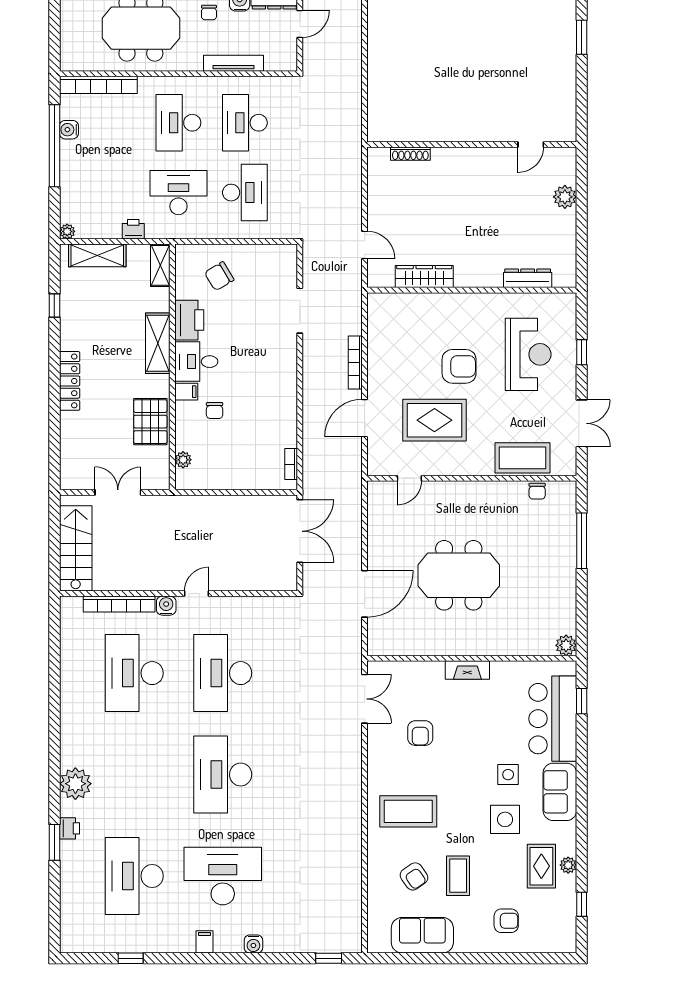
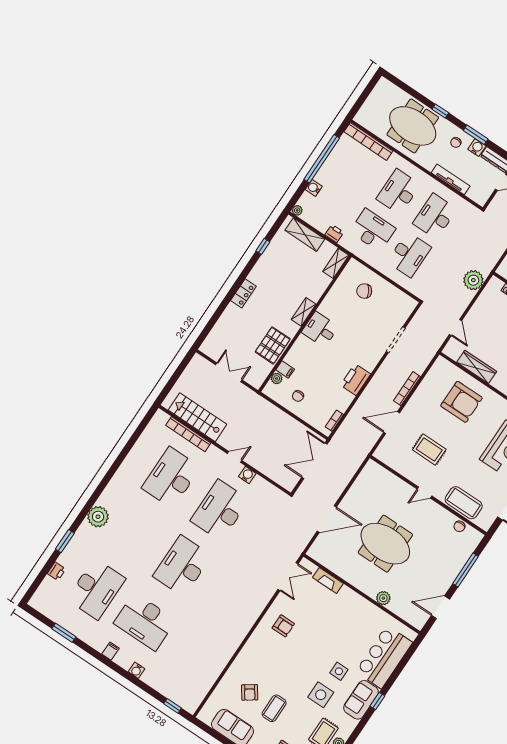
water cooler: (69, 130) -> (314, 188), moved
plant: (347, 170) -> (473, 280), added
printer: (189, 320) -> (356, 380), moved, turned 180
shelving: (158, 343) -> (304, 312), width x0.67, depth x0.75
armchair: (459, 366) -> (461, 402), moved, width x1.36, depth x1.36
locker: (70, 381) -> (243, 293), width x0.66
filing cabinet: (186, 392) -> (285, 369), moved
chair: (215, 411) -> (298, 396), moved
rug: (434, 420) -> (429, 450), width x0.73, depth x0.70
door: (409, 478) -> (424, 493), moved
double door: (300, 531) -> (314, 461), swing flipped
stairs: (76, 548) -> (198, 417), moved, turned -90
water cooler: (166, 606) -> (247, 475), moved
door: (582, 609) -> (440, 607), added
plant: (566, 645) -> (383, 598), moved
fireplace: (467, 670) -> (328, 580), moved
window: (582, 701) -> (377, 701), moved
armchair: (420, 733) -> (283, 626), moved, turned -90
coffee table: (408, 811) -> (271, 655), removed
printer: (69, 828) -> (56, 571), moved
desk: (134, 876) -> (96, 589), turned 180
desk: (223, 876) -> (145, 622), turned 180
window: (131, 958) -> (64, 633), width x1.50

